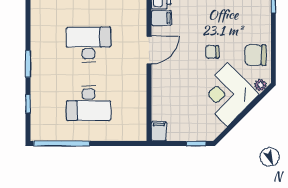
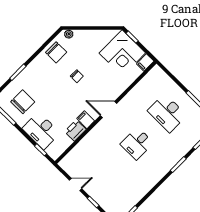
desk: (89, 44) -> (137, 144), width x0.73
corner desk: (228, 94) -> (122, 53), moved, turned 45
desk: (89, 103) -> (167, 113), turned 180

